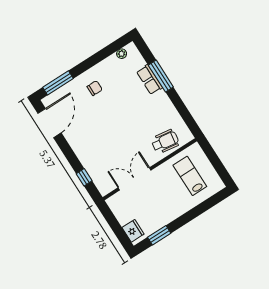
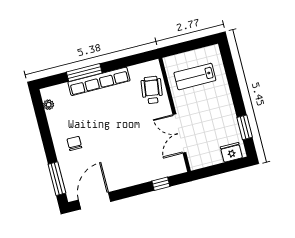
row of seats: (149, 80) -> (99, 81), width x2.02
door: (49, 123) -> (95, 201), hinge flipped

